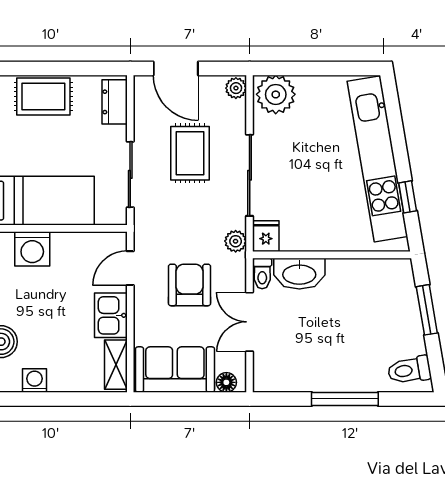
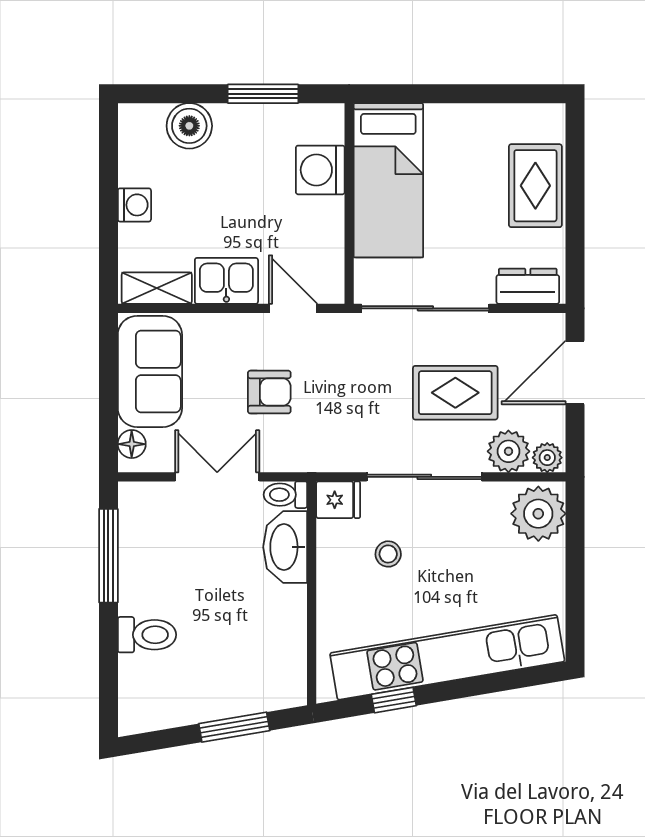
sliding door: (130, 174) -> (425, 308), width x1.37
stool: (304, 201) -> (388, 554), added
plant: (236, 241) -> (508, 451), moved, width x1.38, depth x1.38
armchair: (190, 285) -> (269, 392), width x0.72, depth x0.72
toilet: (409, 370) -> (147, 635), moved, turned 100
washing machine: (35, 381) -> (134, 205), moved
window: (345, 399) -> (108, 556), moved

